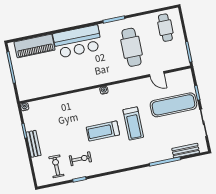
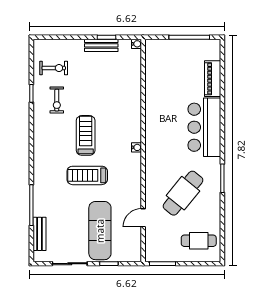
piano: (35, 46) -> (213, 79), width x0.73, depth x0.75
cafe table: (131, 47) -> (183, 193), turned -51
bench: (34, 144) -> (101, 45), moved

